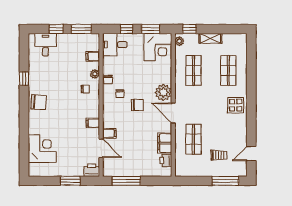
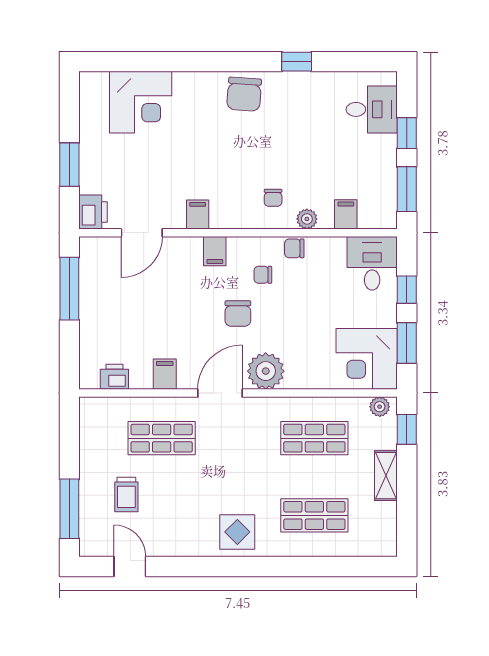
filing cabinet: (109, 133) -> (215, 251), moved
filing cabinet: (165, 143) -> (165, 374), width x0.50

